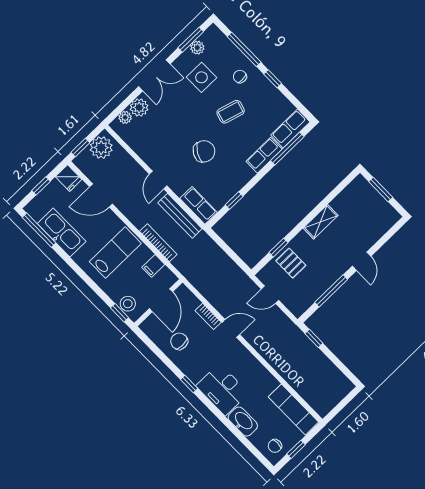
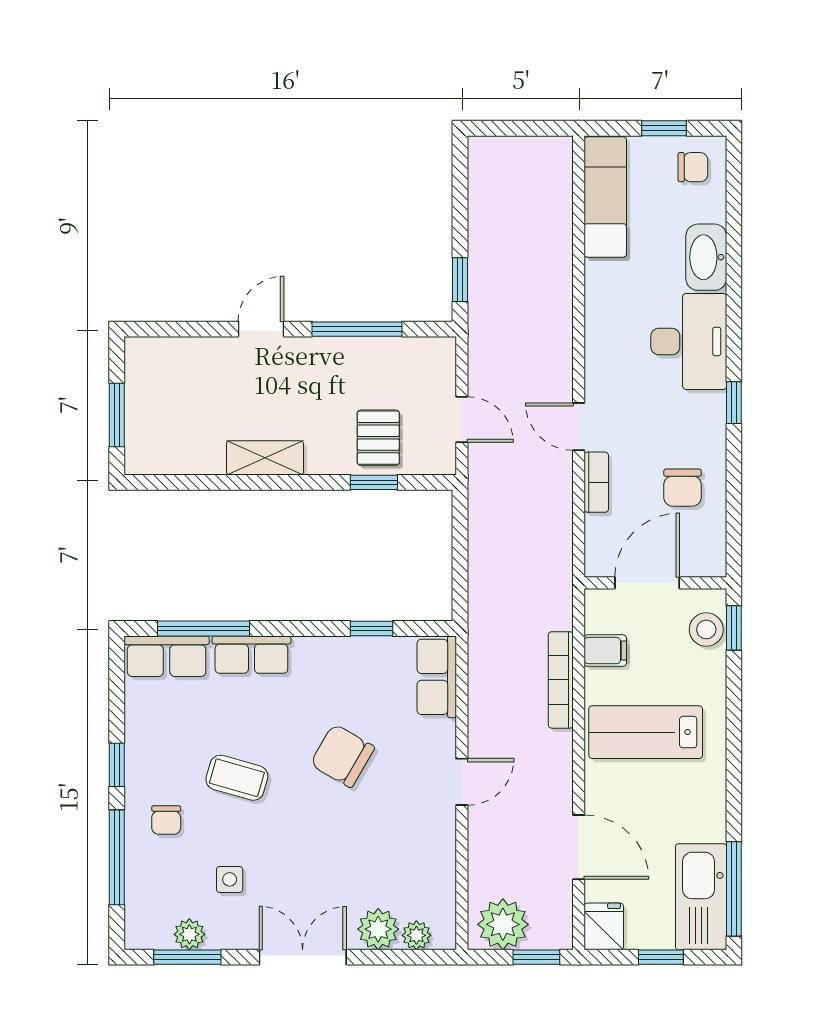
side table: (201, 77) -> (230, 879), width x0.54, depth x0.54
bench: (180, 216) -> (483, 690), removed
kitchen sink: (62, 232) -> (701, 897), moved

